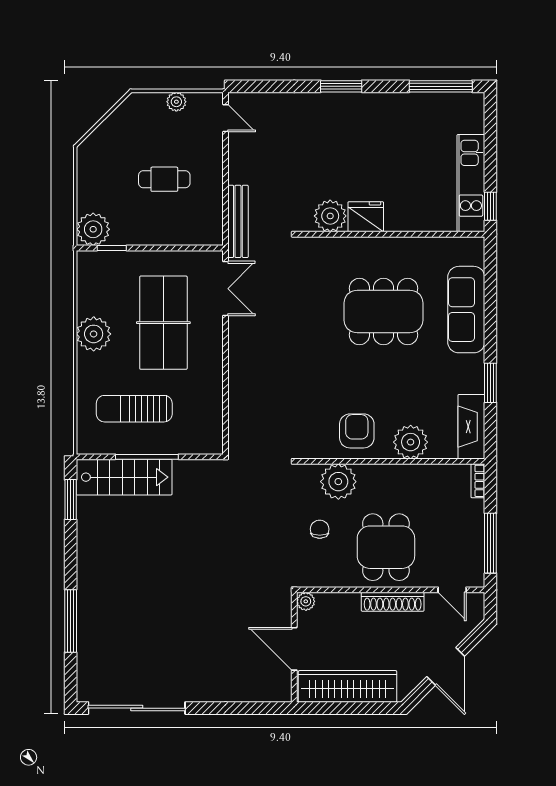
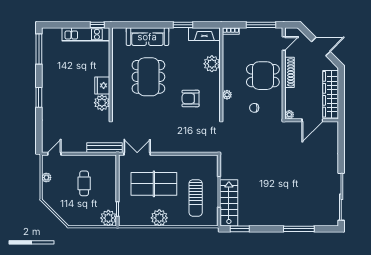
armchair: (357, 431) -> (191, 98), moved
plant: (338, 482) -> (227, 95), width x0.53, depth x0.53

